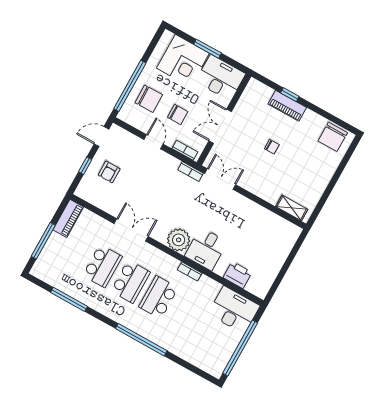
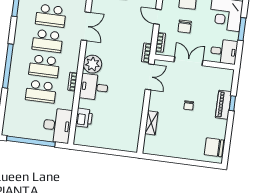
desk: (220, 78) -> (224, 52), width x0.73
door: (154, 142) -> (157, 17), swing flipped
shelving: (292, 208) -> (151, 123), moved
school desk: (159, 297) -> (44, 66), turned 180
school desk: (187, 313) -> (41, 92), added

